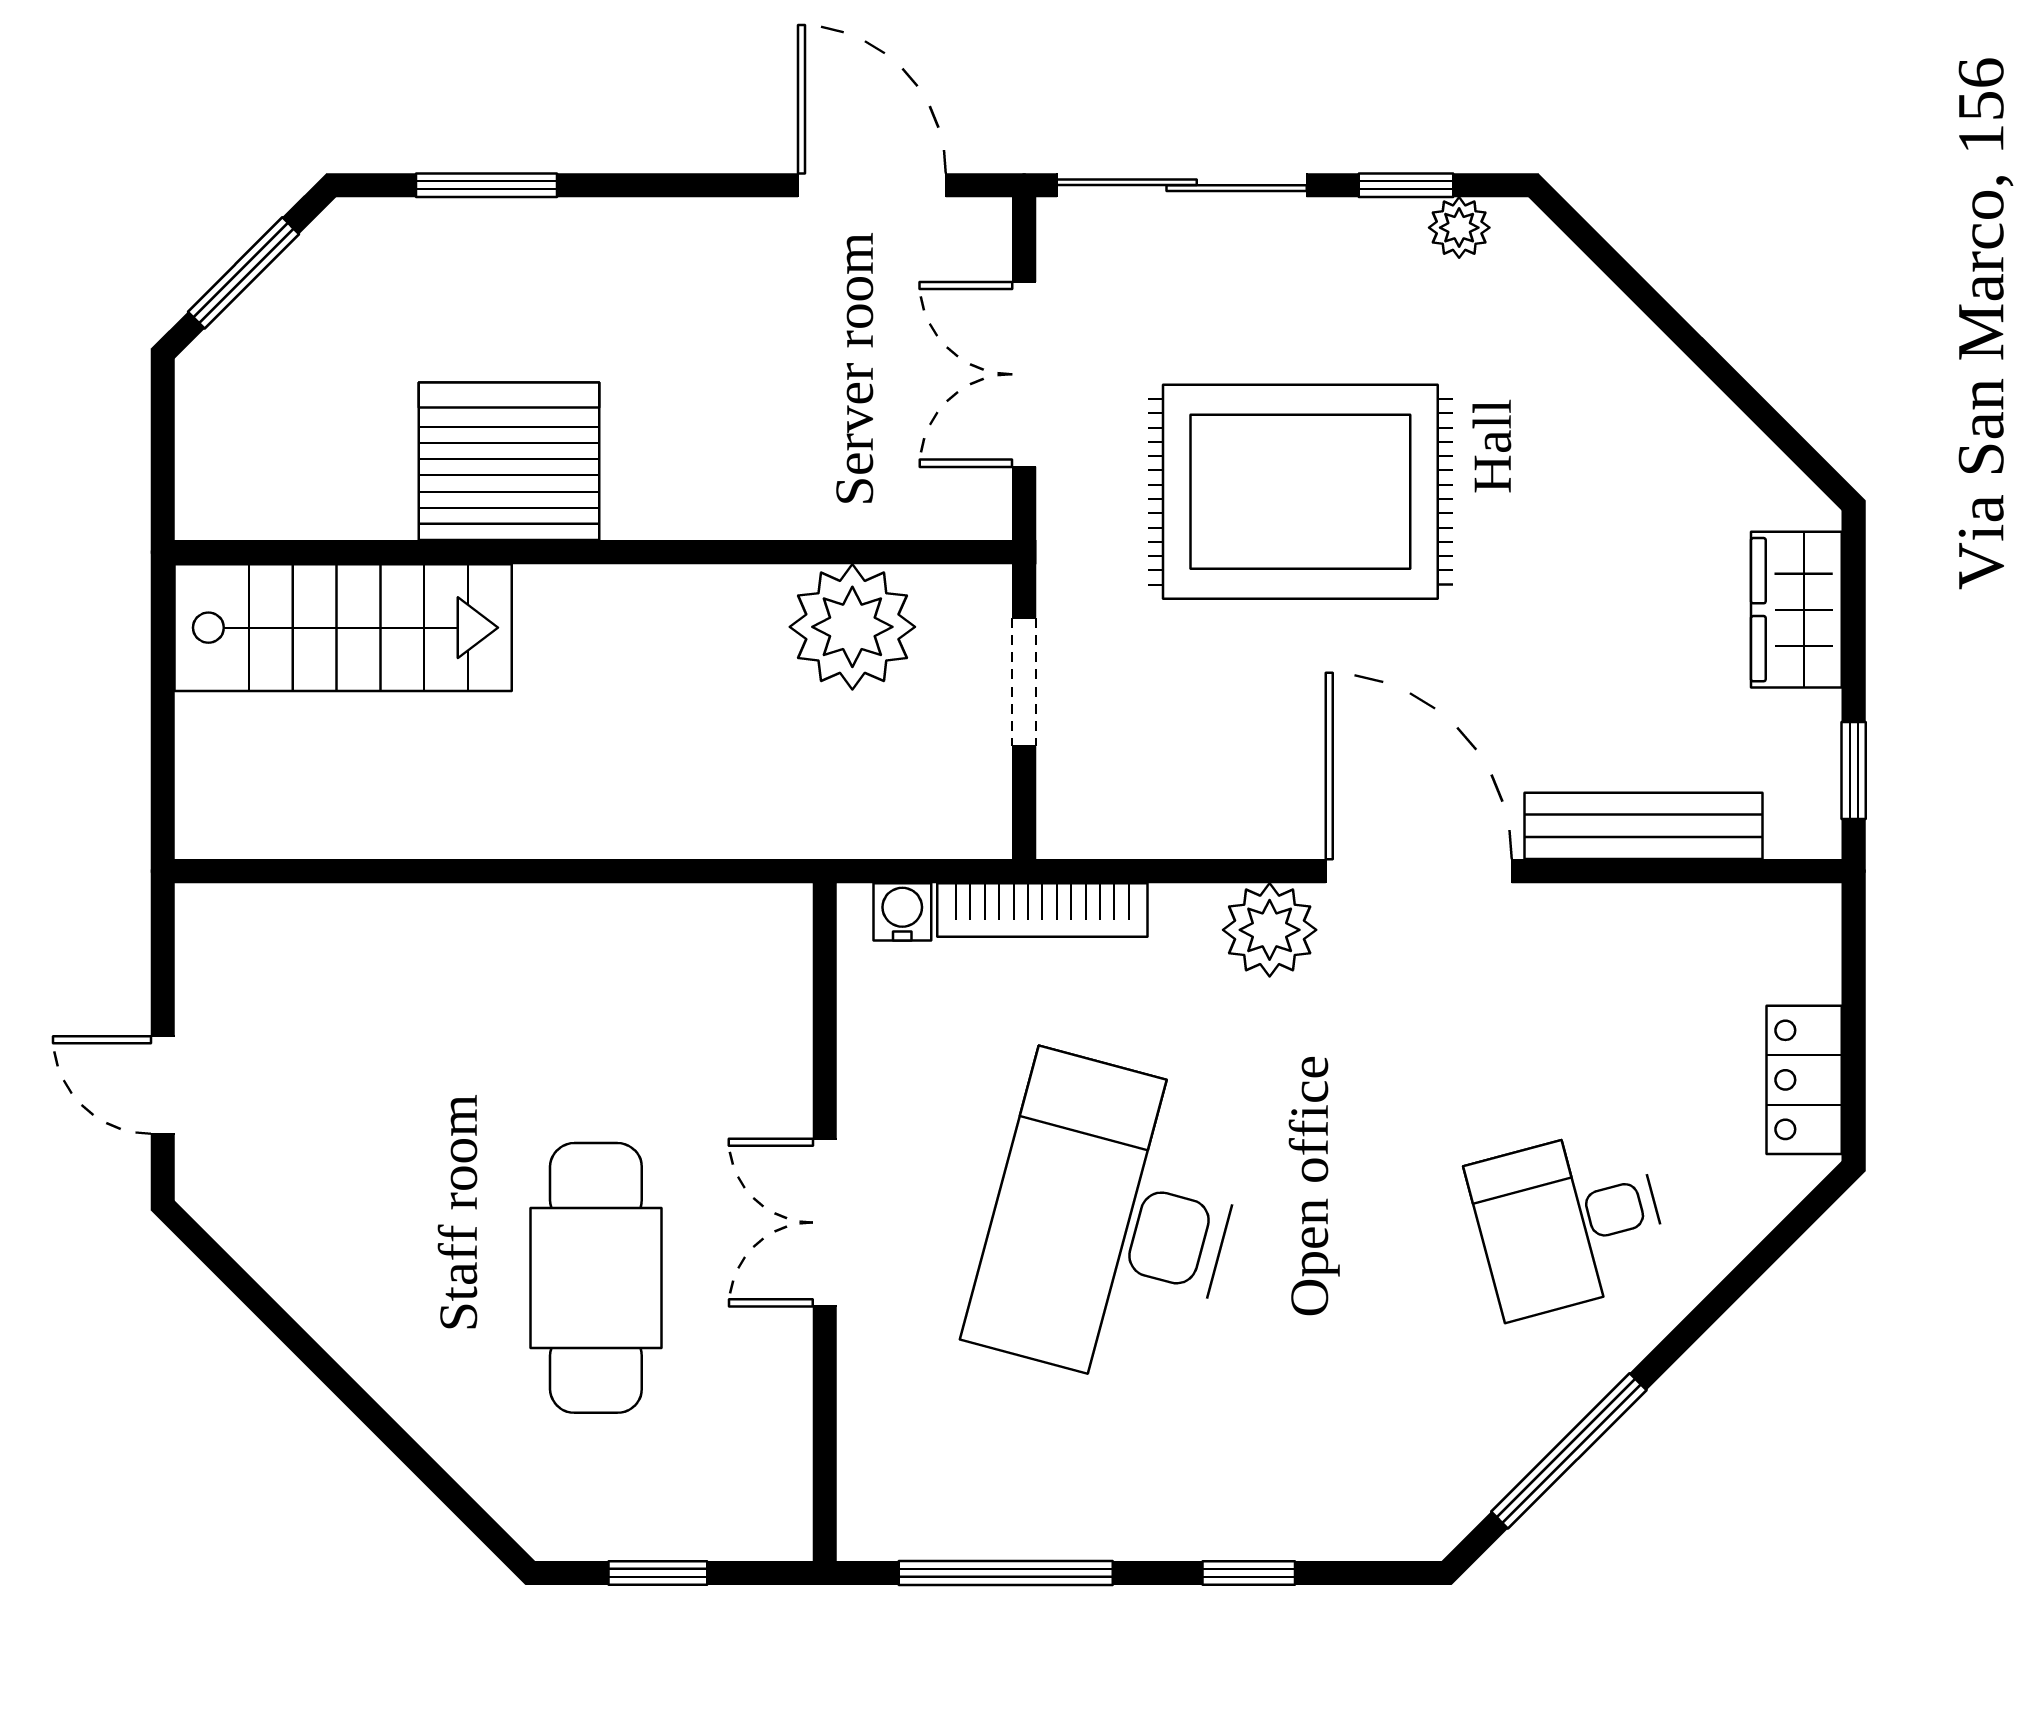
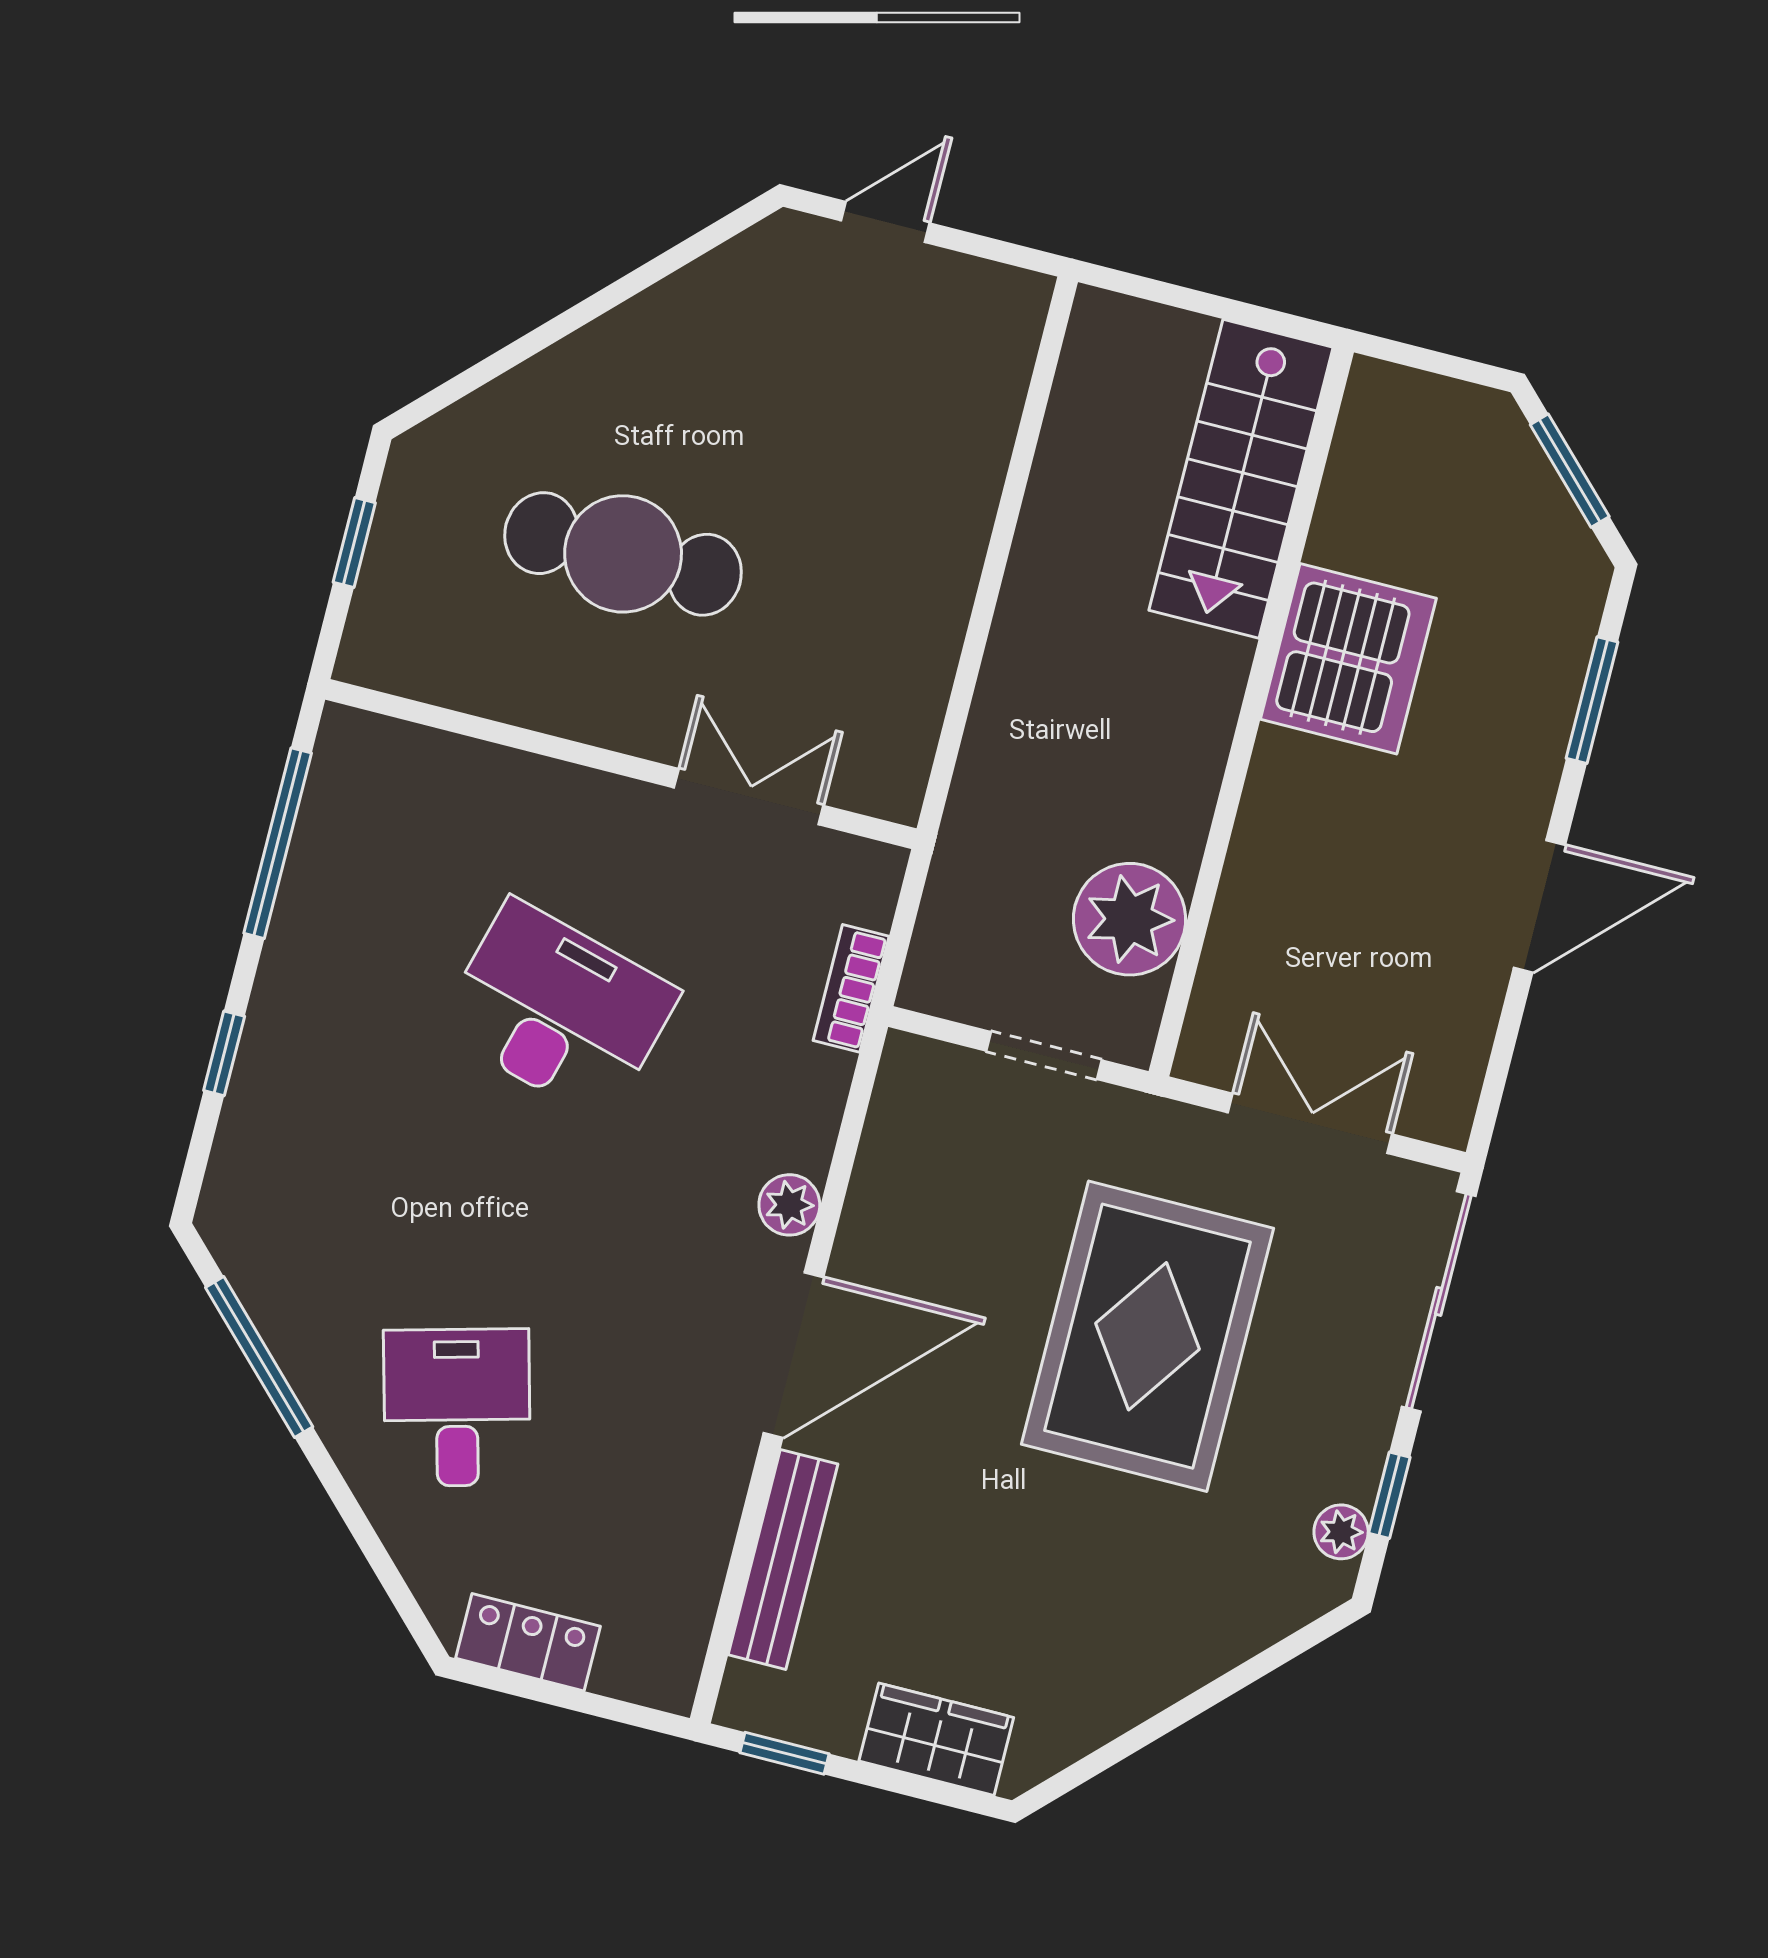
door: (872, 185) -> (1539, 906), moved
bookcase: (1042, 910) -> (851, 988), width x0.64
water cooler: (902, 912) -> (872, 900), removed
plant: (1270, 930) -> (789, 1205), width x0.73, depth x0.73
desk: (1109, 1222) -> (558, 1010), width x0.73, depth x0.77
double door: (825, 1223) -> (749, 797), moved

